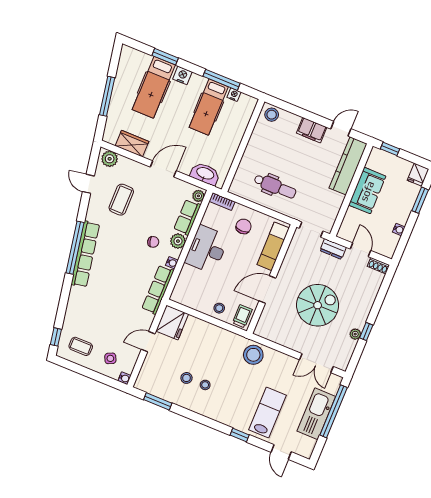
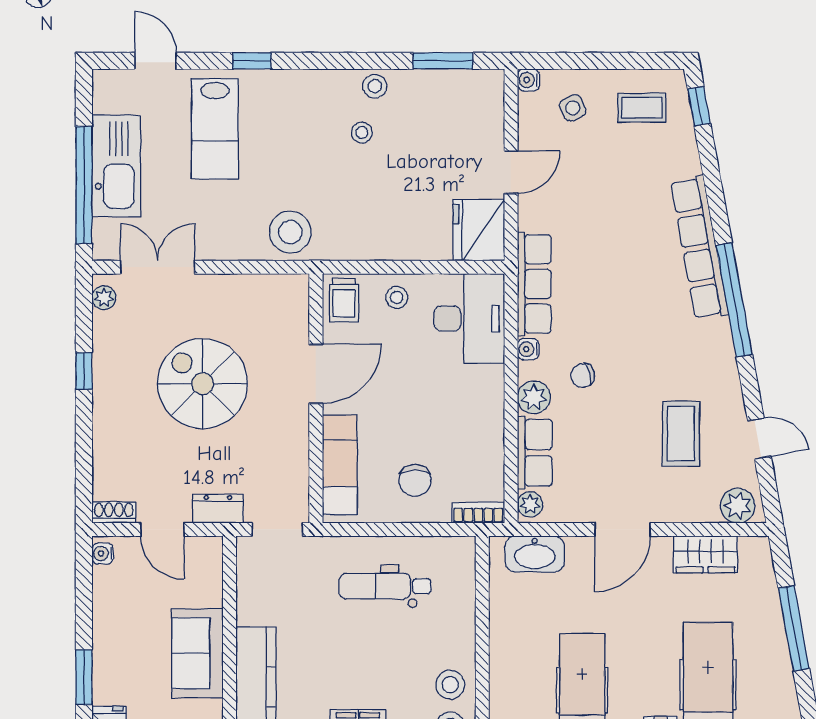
stool: (264, 133) -> (450, 685), added
water cooler: (399, 229) -> (103, 554), moved
desk: (207, 249) -> (469, 318), moved
row of seats: (85, 254) -> (699, 248), moved
spiral stairs: (318, 305) -> (203, 384), turned 90
plant: (355, 334) -> (104, 298), moved
stool: (186, 378) -> (375, 86), moved

